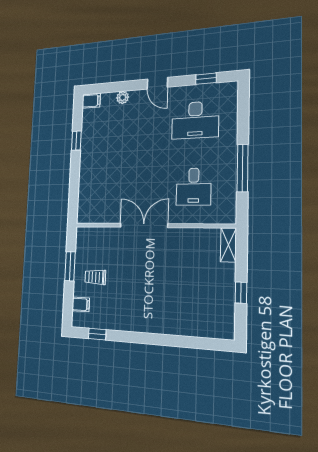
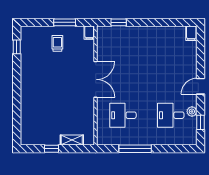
plant: (123, 97) -> (192, 112), moved
desk: (195, 120) -> (171, 115), width x0.73
window: (76, 141) -> (119, 22), moved
shelving: (228, 245) -> (72, 140), moved
filing cabinet: (81, 304) -> (89, 33), moved

